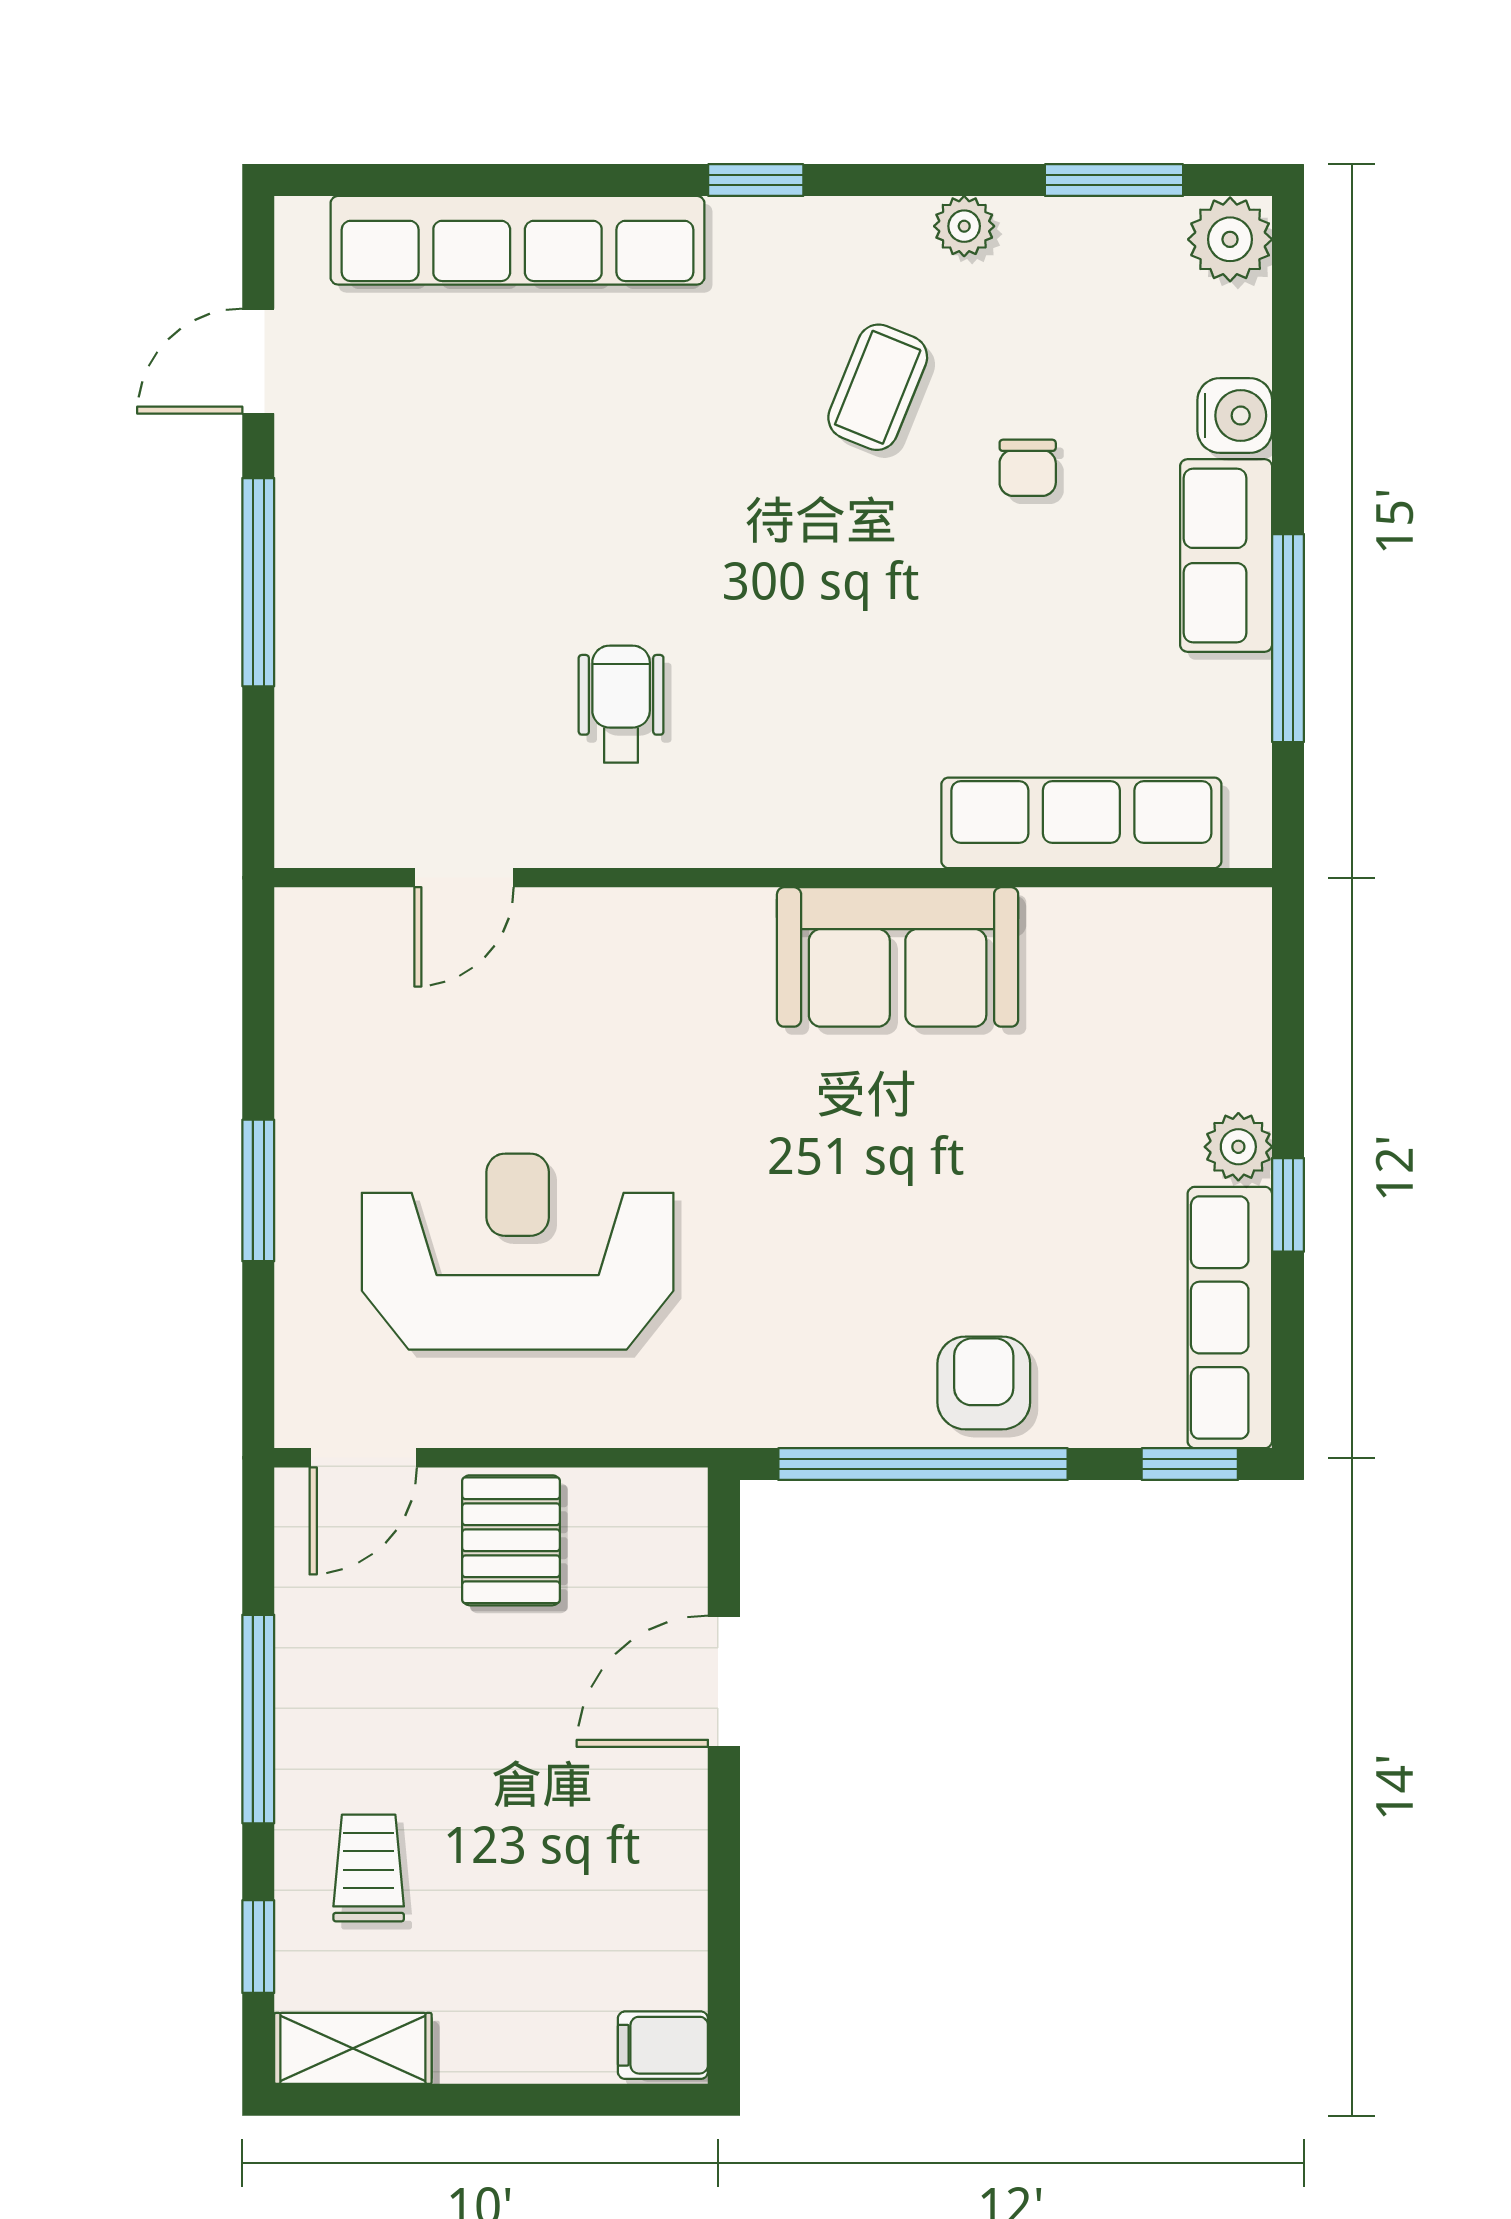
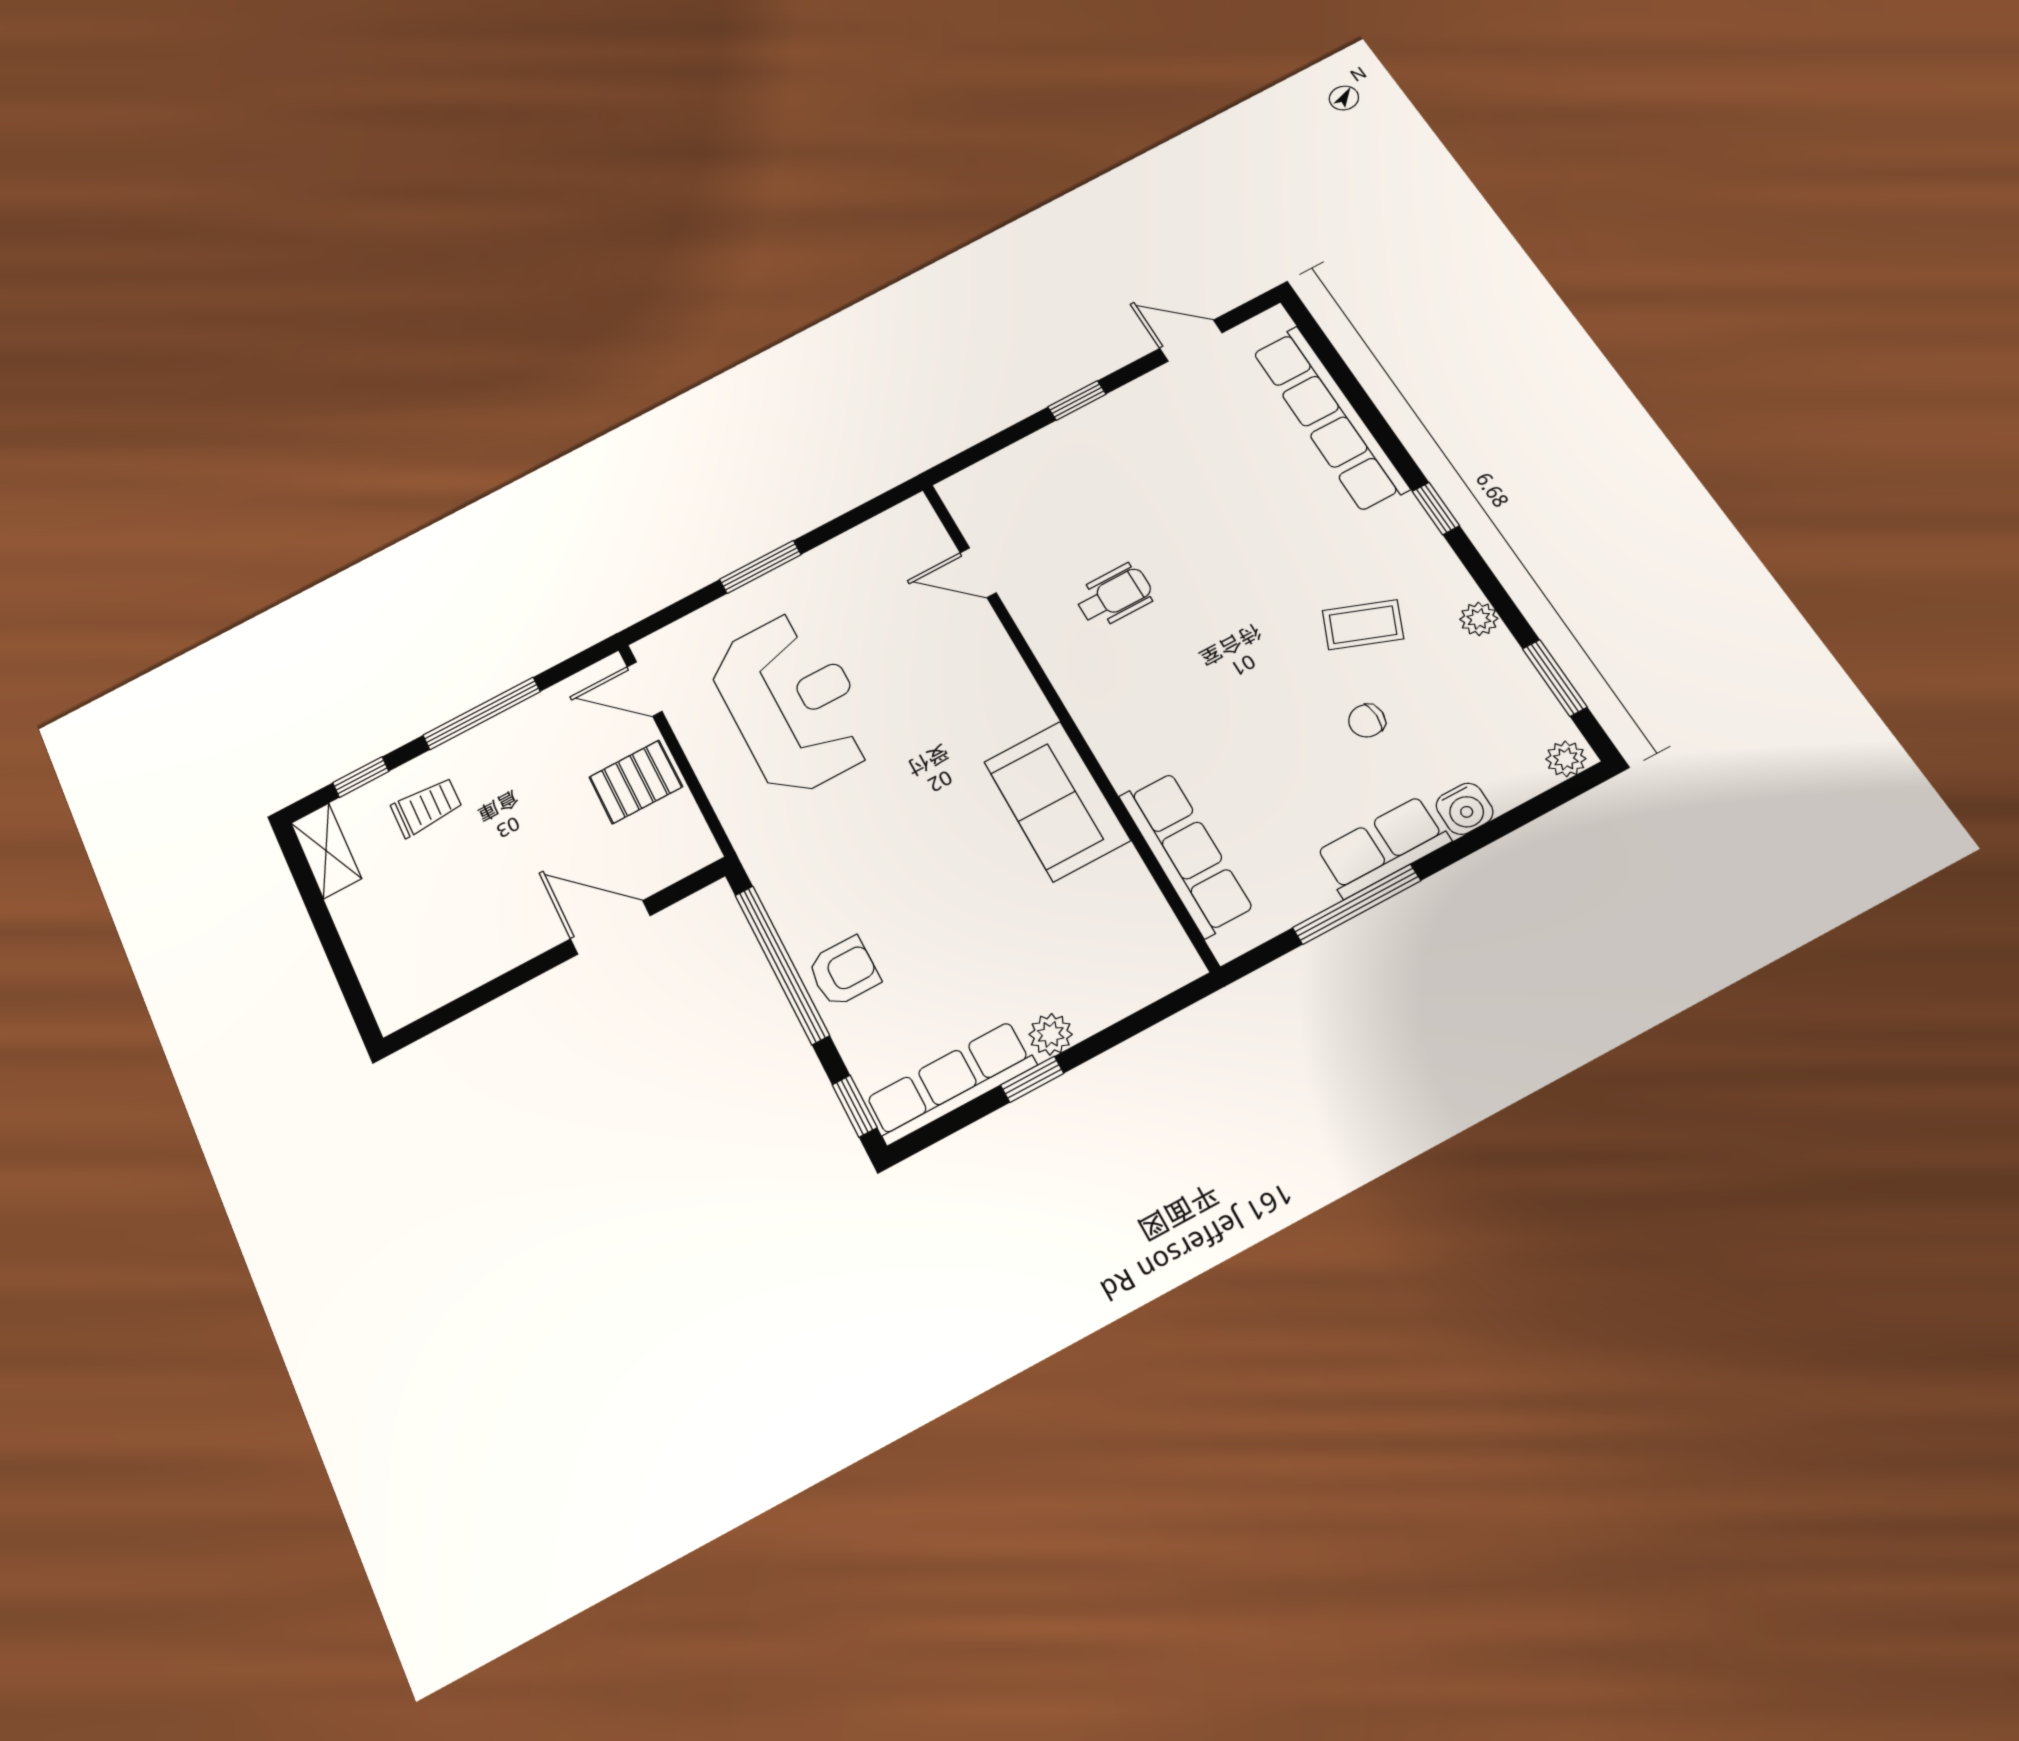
plant: (1230, 239) -> (1566, 759), width x0.73, depth x0.73
window: (258, 582) -> (1077, 401), width x0.46
filing cabinet: (663, 2045) -> (395, 1003), removed

